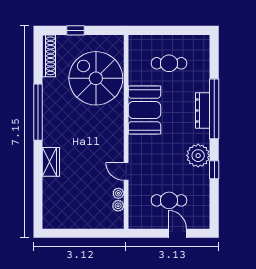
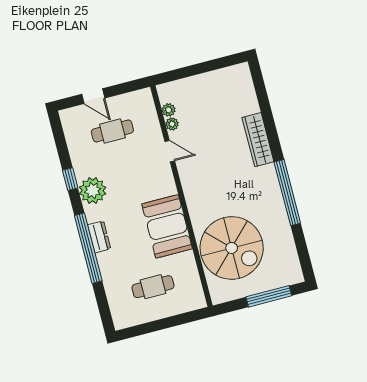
window: (76, 30) -> (269, 296), width x2.17
shoe rack: (49, 56) -> (292, 260), removed
dresser: (203, 110) -> (99, 237), width x0.70
wardrobe: (51, 162) -> (258, 140), width x1.50

